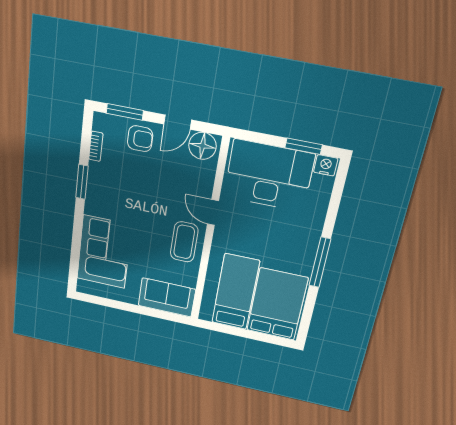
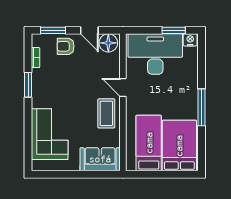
door: (178, 122) -> (89, 30), hinge flipped
armchair: (140, 139) -> (66, 46), turned 180

